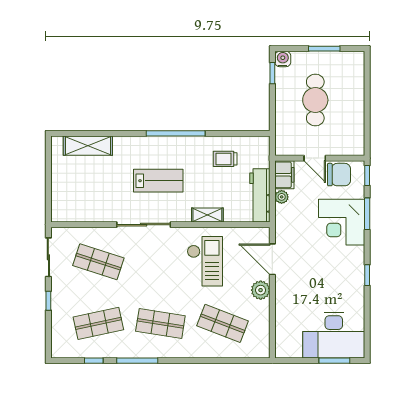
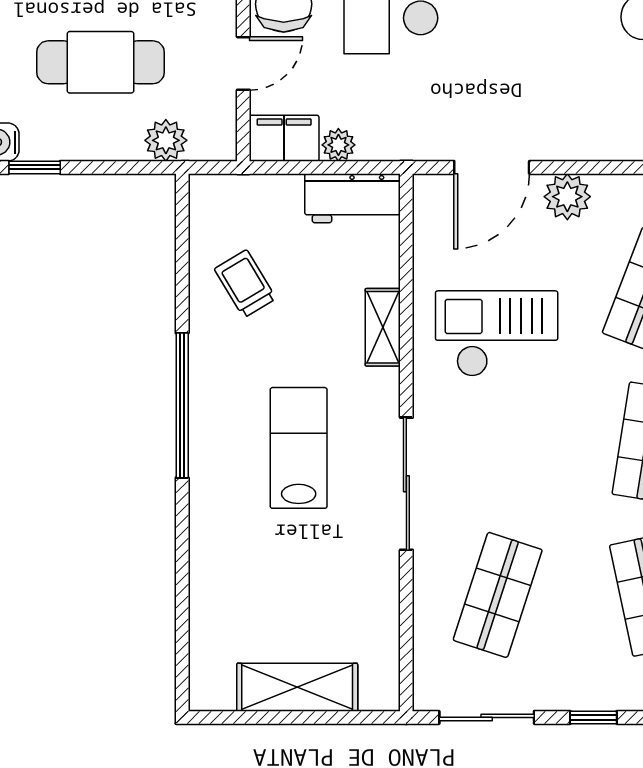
plant: (284, 127) -> (166, 140), added
shelving: (88, 146) -> (297, 687), moved, turned 90
trolley: (225, 159) -> (245, 284), turned 149
workbench: (260, 195) -> (353, 198), width x0.73

